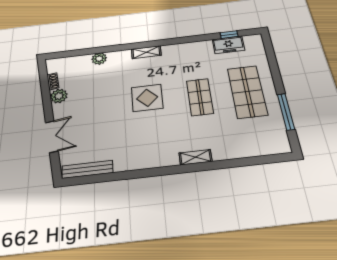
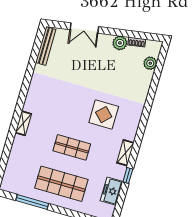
window: (229, 35) -> (128, 175), moved
shelving: (146, 52) -> (125, 153), moved
plant: (99, 59) -> (150, 63), moved
display table: (147, 98) -> (104, 115), moved

